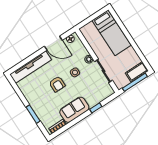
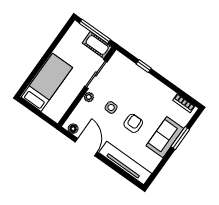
cot: (137, 72) -> (97, 45), moved
sofa: (74, 110) -> (165, 137), moved, turned 90

